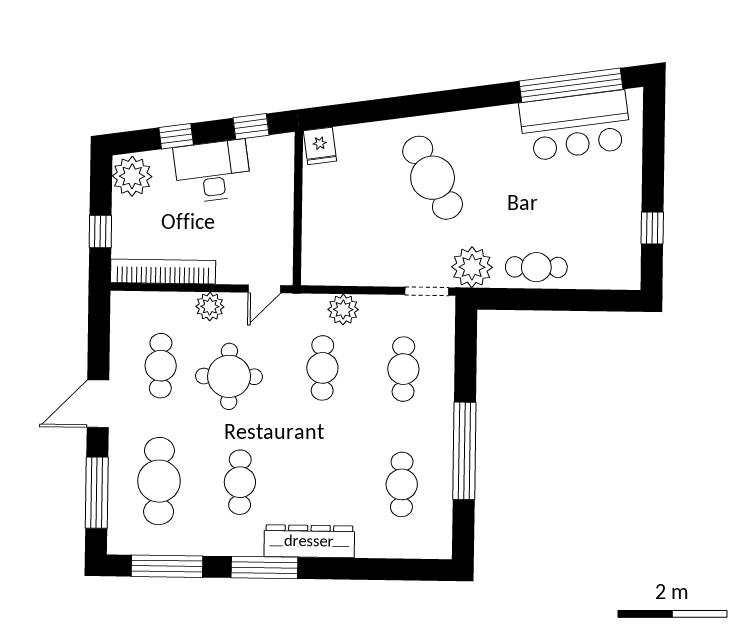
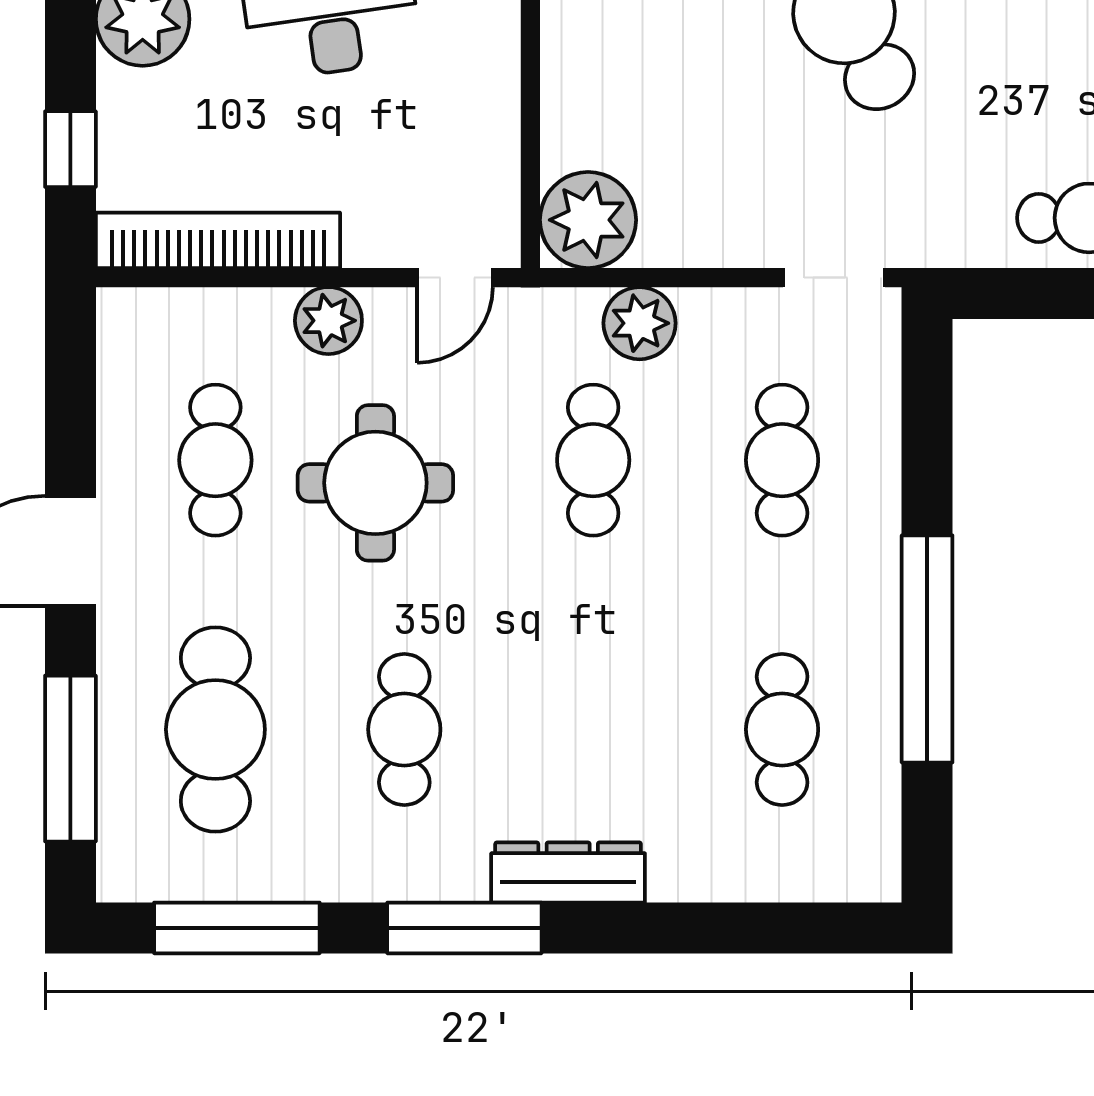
plant: (472, 267) -> (588, 220), moved
dresser: (309, 541) -> (568, 872), width x0.73, depth x0.80

